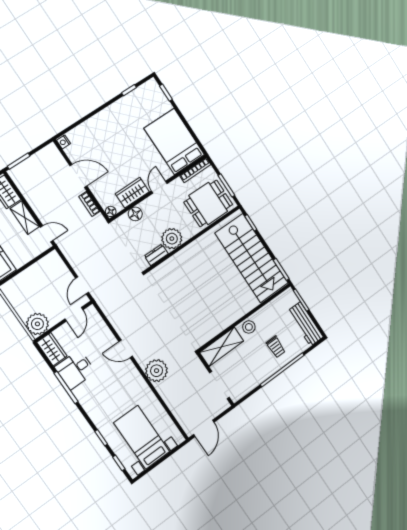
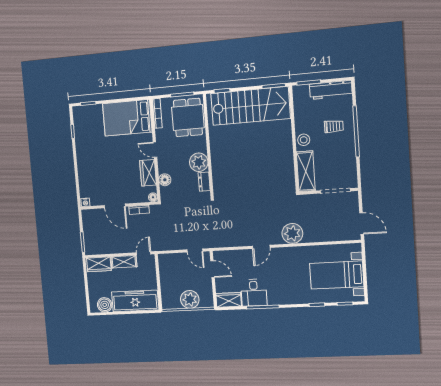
door: (78, 176) -> (115, 206), swing flipped
plant: (37, 324) -> (190, 299), moved

